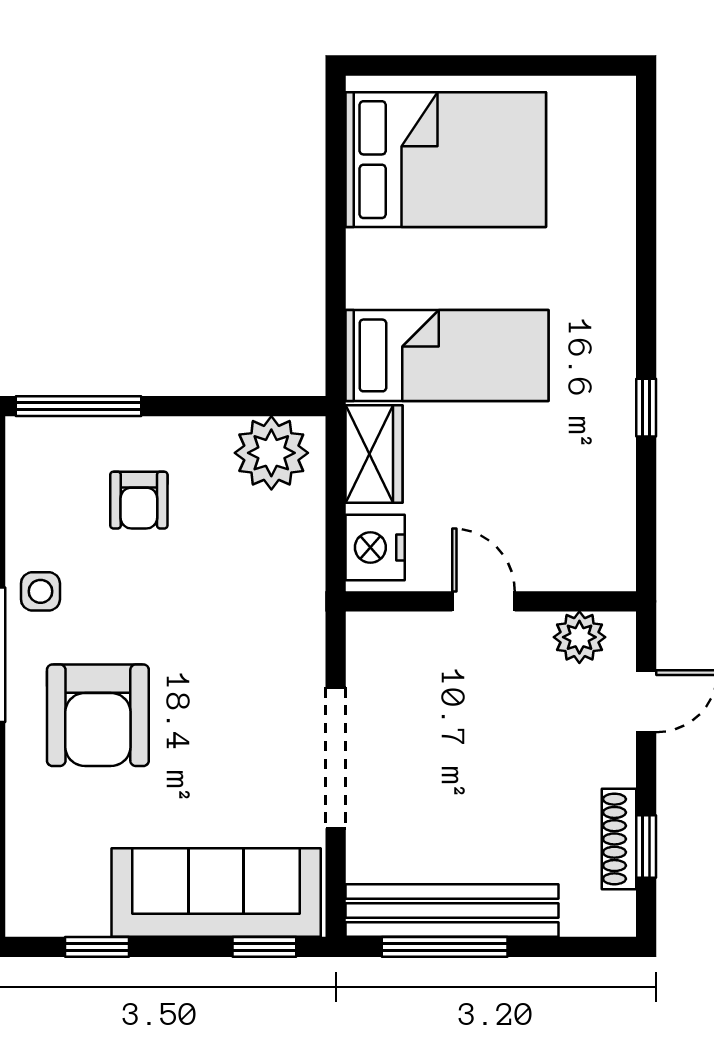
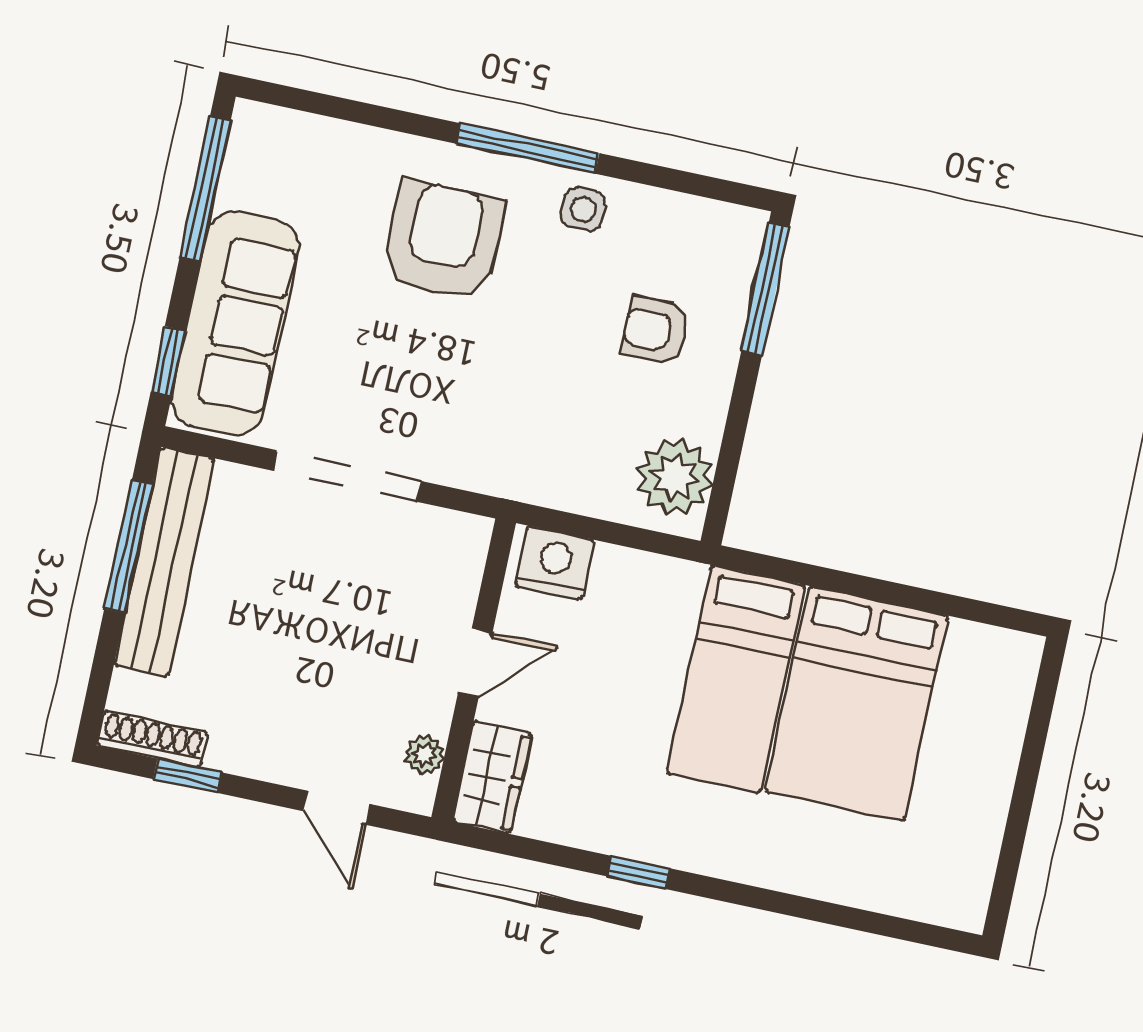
bed: (446, 160) -> (857, 704), moved
wardrobe: (374, 454) -> (492, 778), moved, turned -90
plant: (579, 637) -> (424, 755), width x0.73, depth x0.73
armchair: (98, 715) -> (443, 241), turned 90
shoe rack: (619, 839) -> (152, 739), moved
window: (97, 947) -> (205, 189), width x2.17

